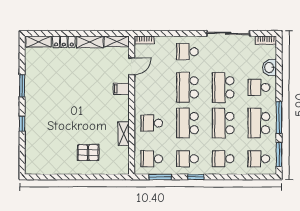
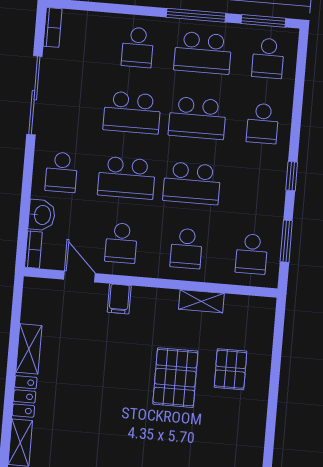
shelving: (117, 41) -> (32, 300), removed
washbasin: (270, 67) -> (42, 215), moved, turned -90
pallet: (81, 123) -> (175, 378), added
school desk: (187, 159) -> (121, 243), moved

